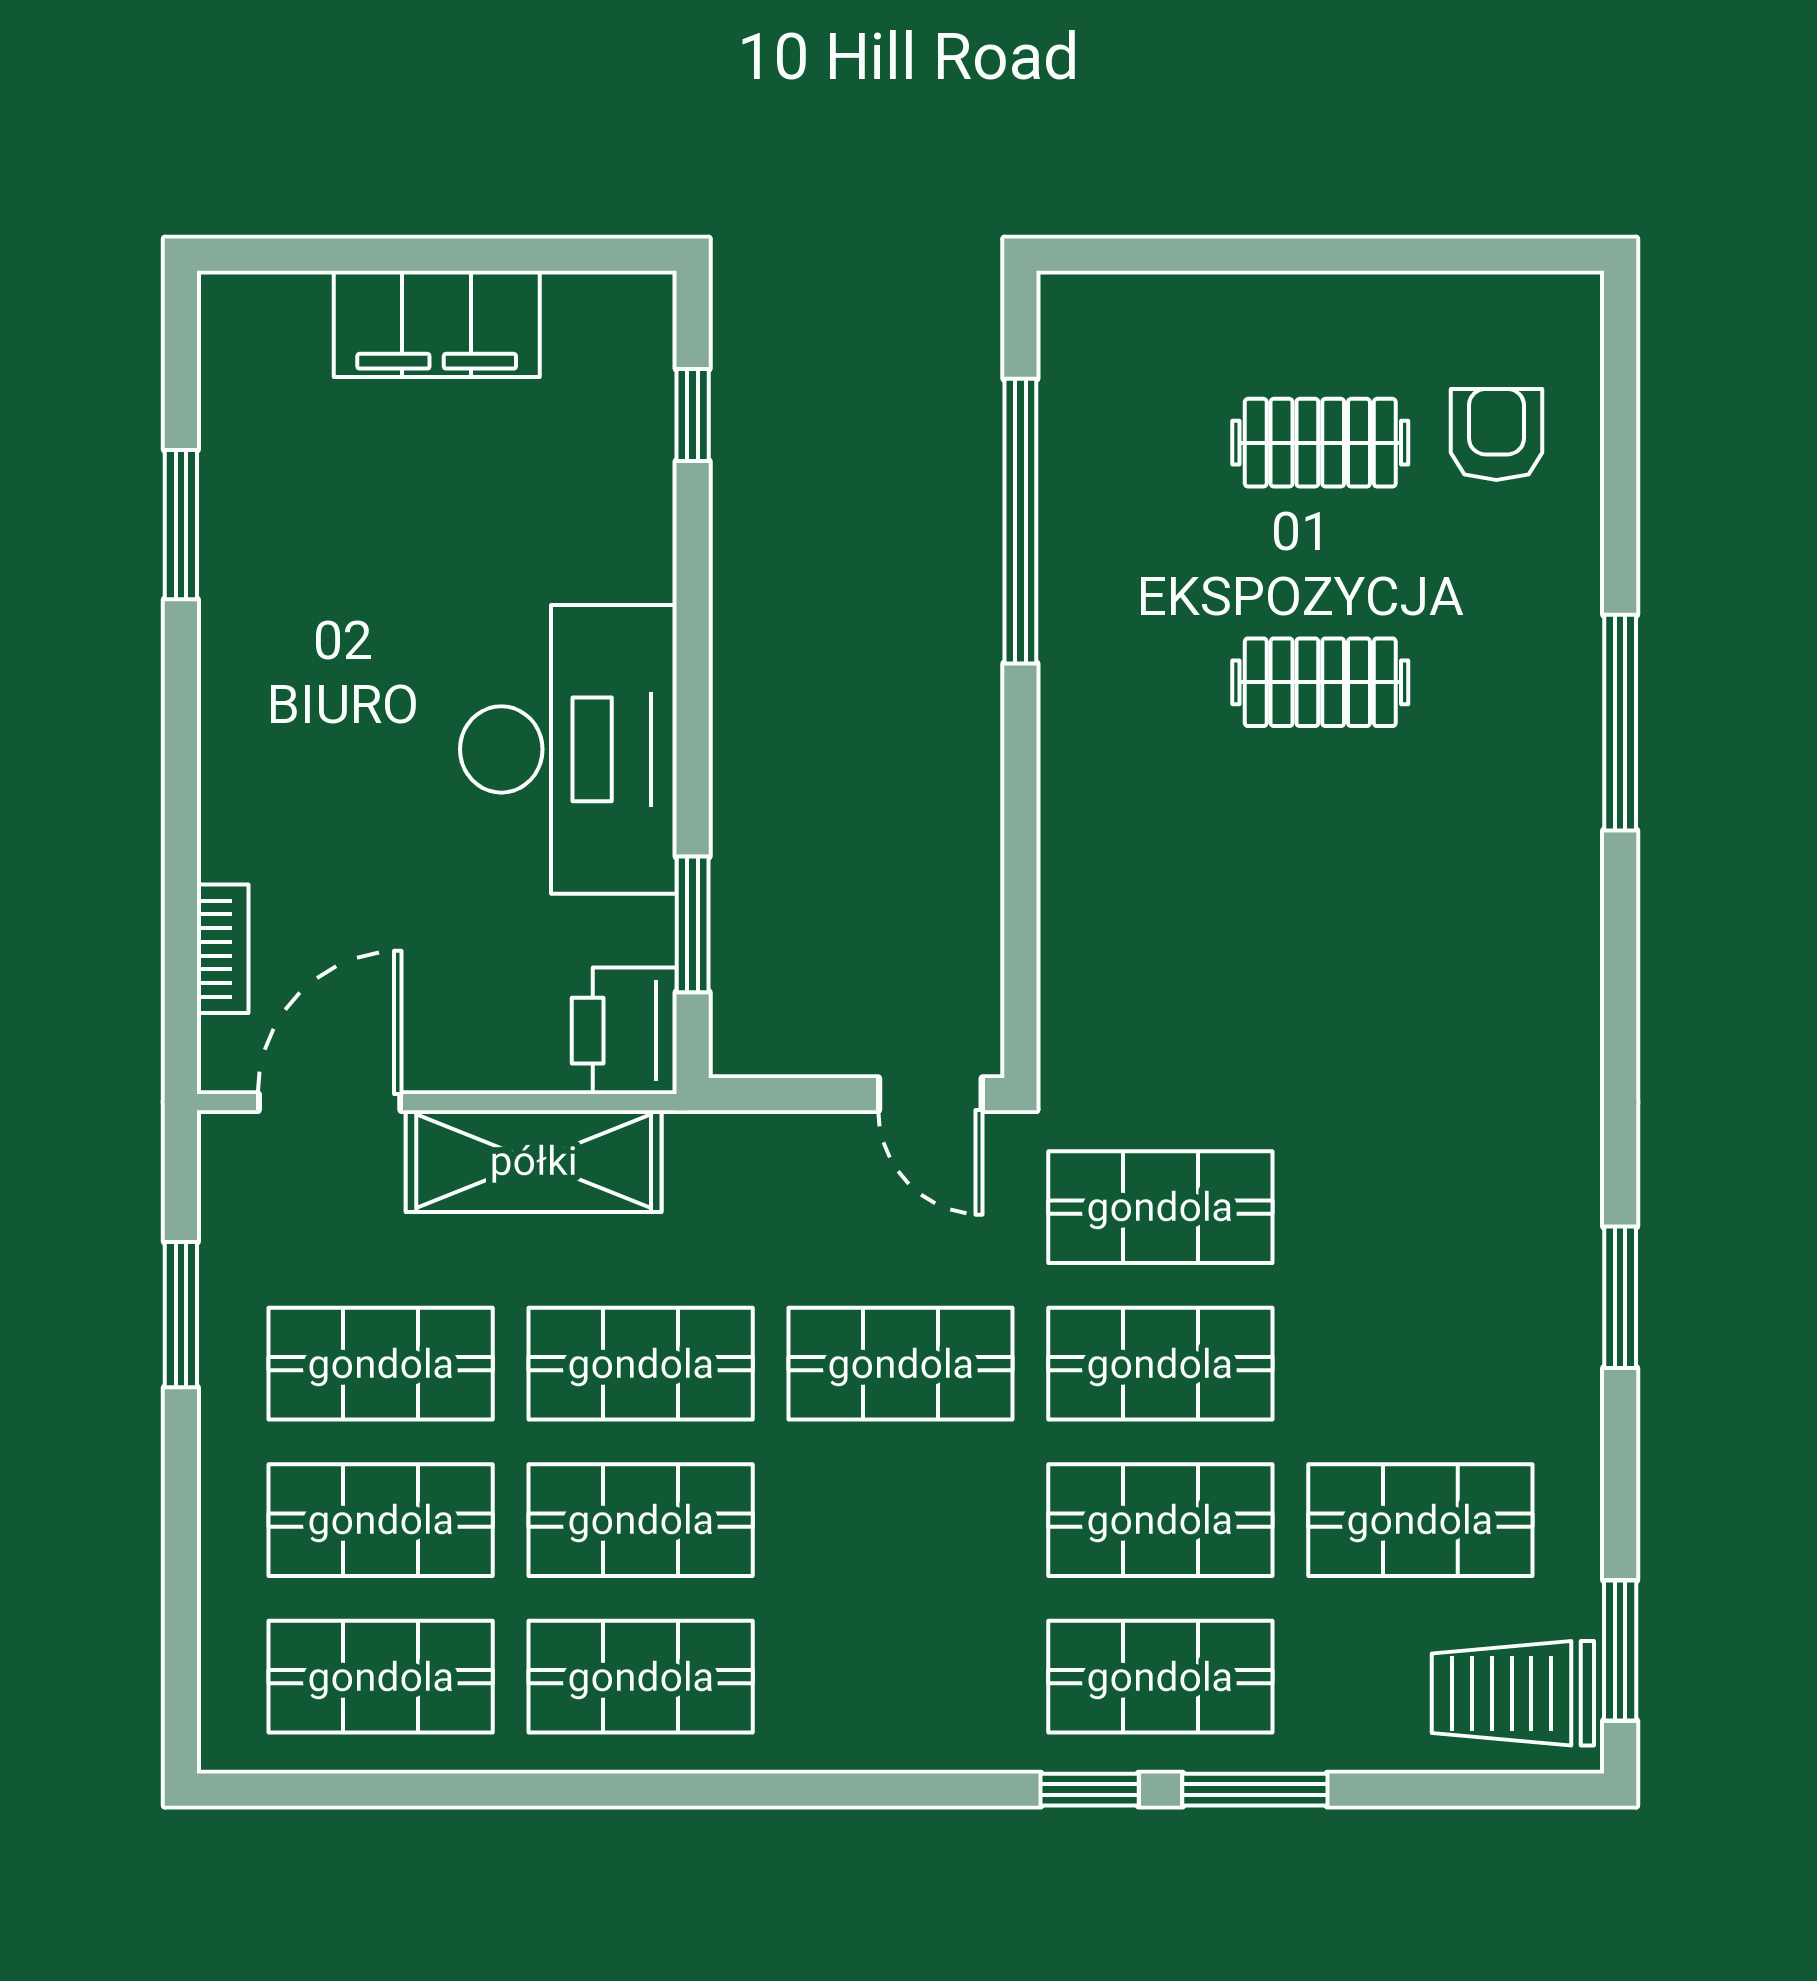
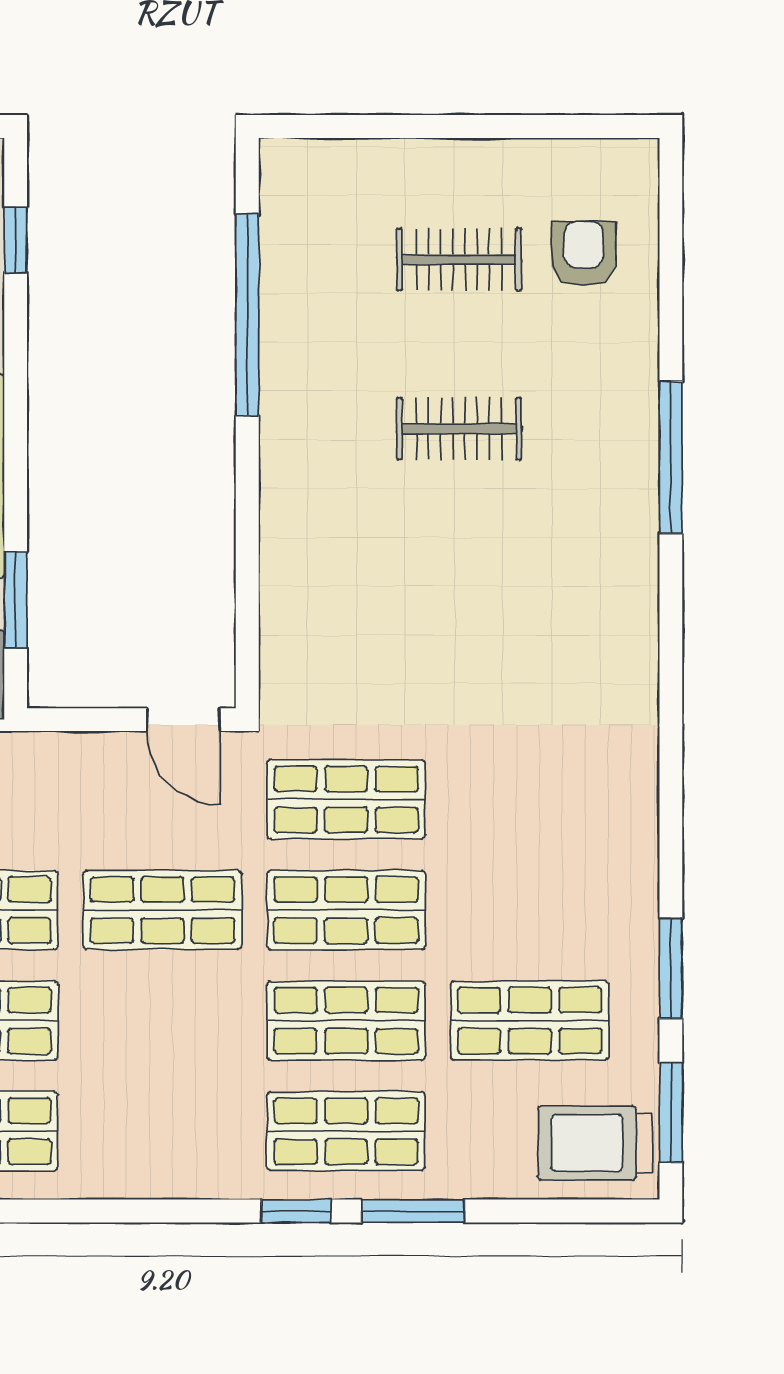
window: (1620, 1297) -> (671, 969), moved

